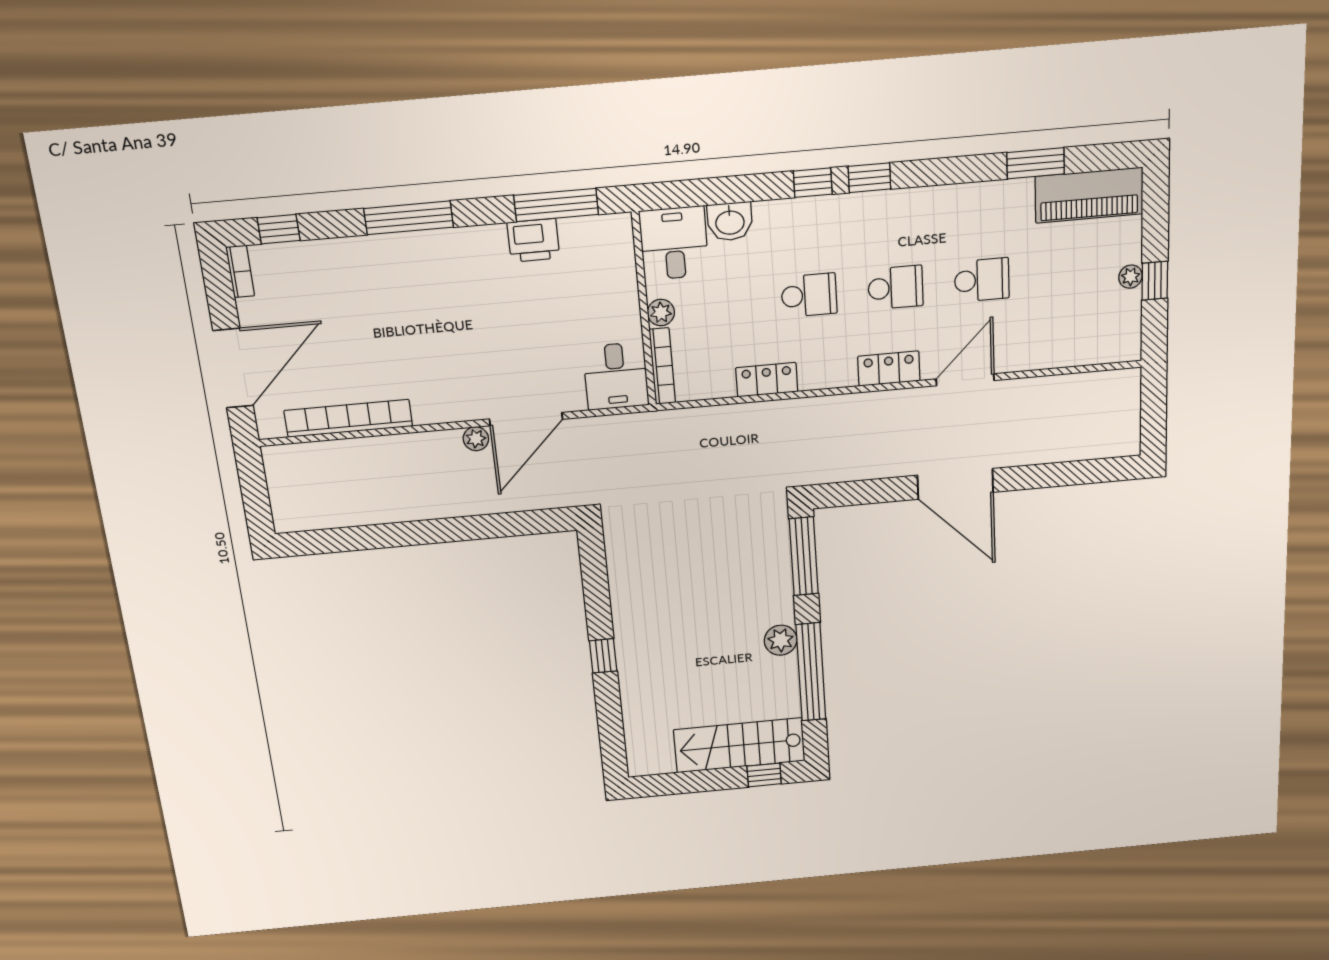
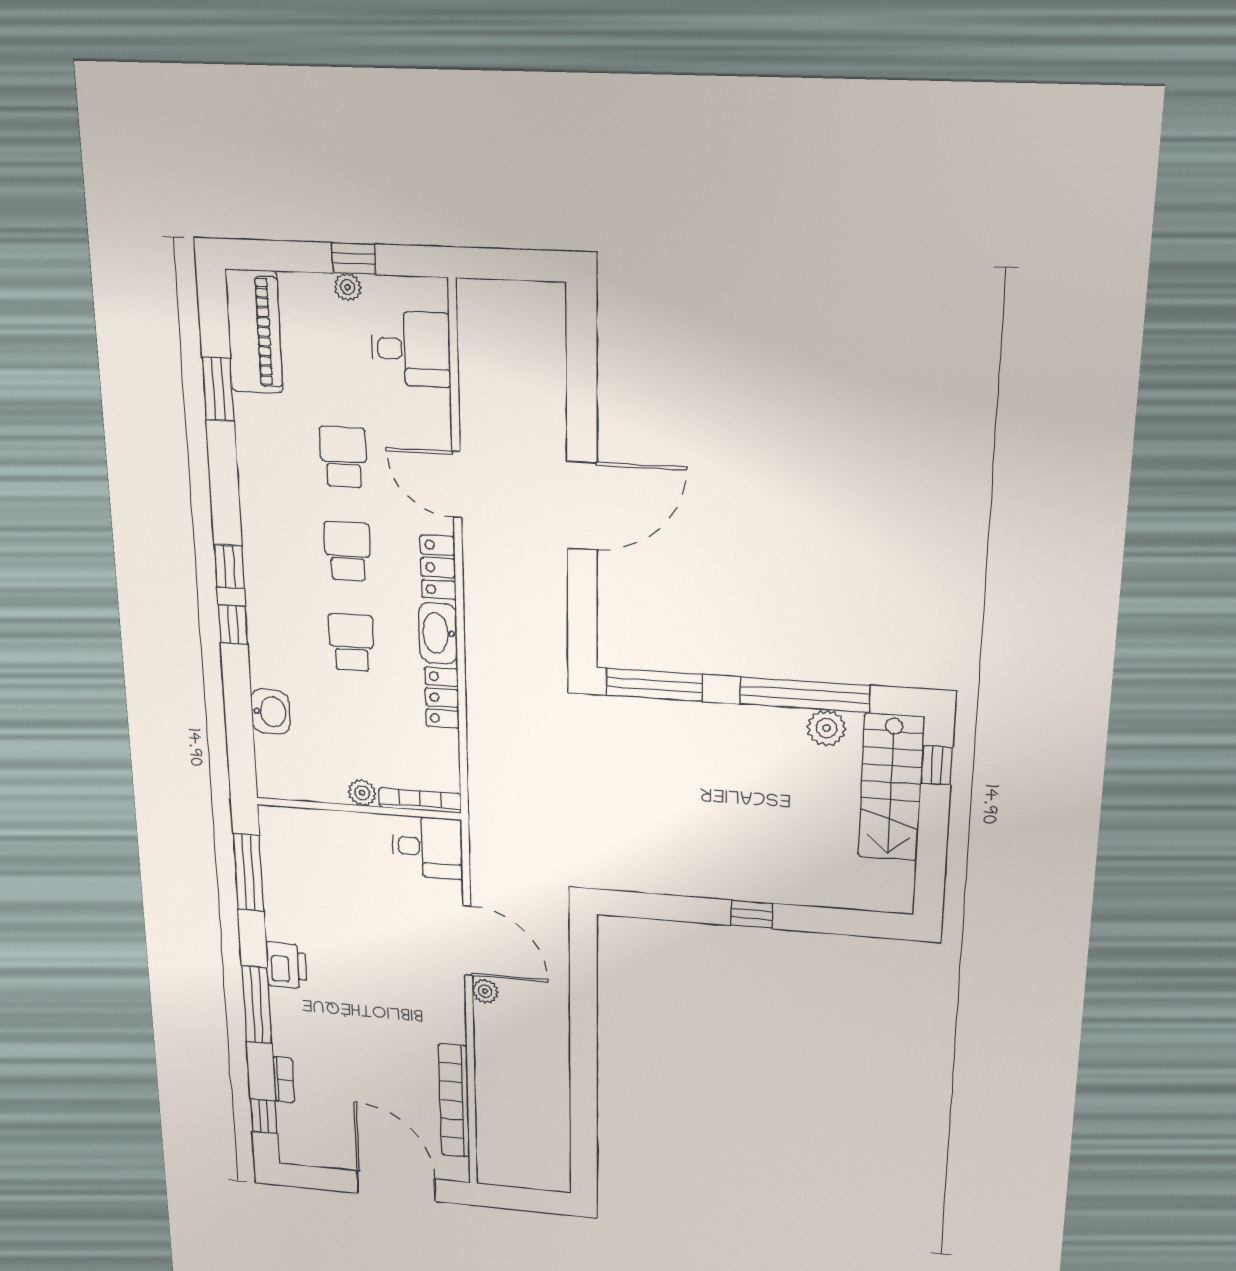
printer: (533, 240) -> (286, 965), moved
desk: (674, 243) -> (411, 349), moved, turned 180
bookcase: (240, 271) -> (284, 1080), moved, turned 90
washbasin: (828, 372) -> (438, 633), added
plant: (781, 640) -> (827, 728), moved

